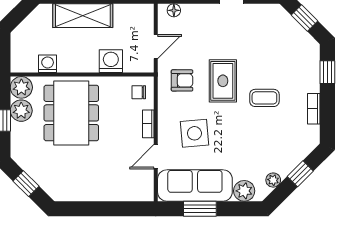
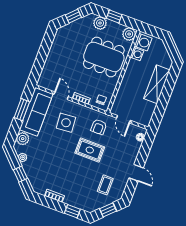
washing machine: (111, 61) -> (143, 42), moved
coffee table: (264, 98) -> (105, 185), moved
plant: (21, 111) -> (100, 23), moved

